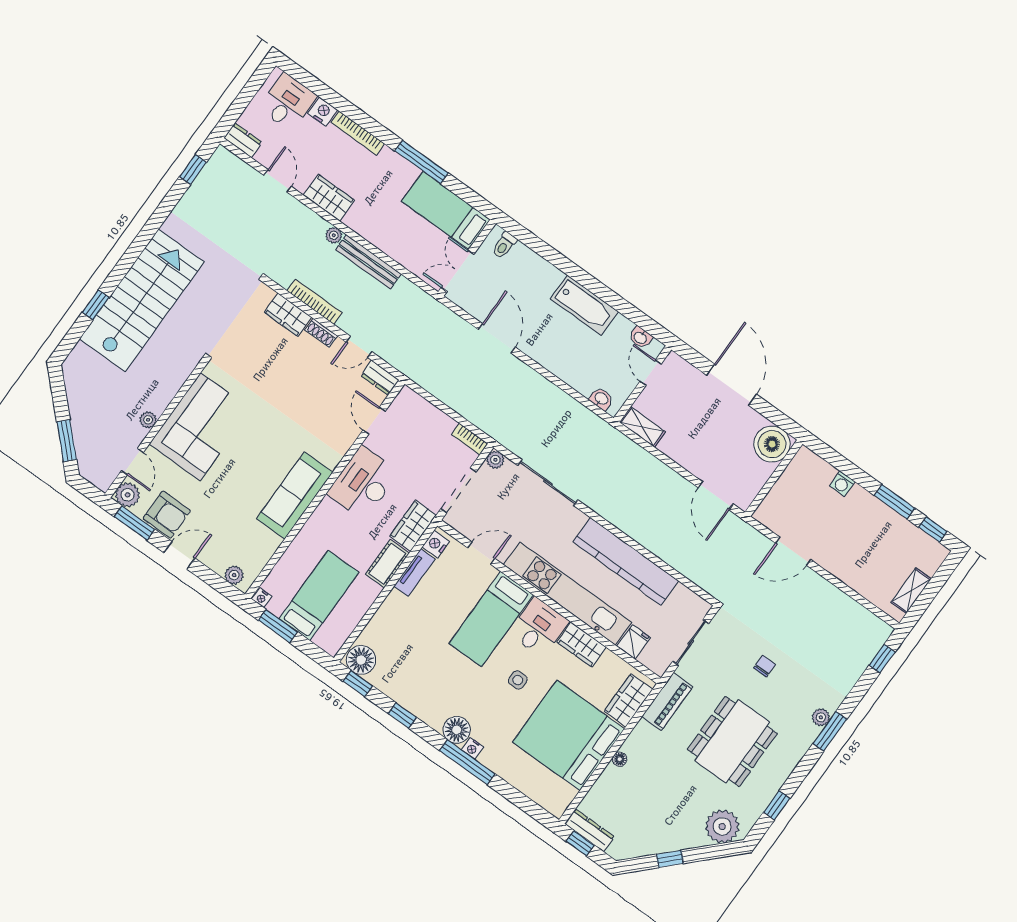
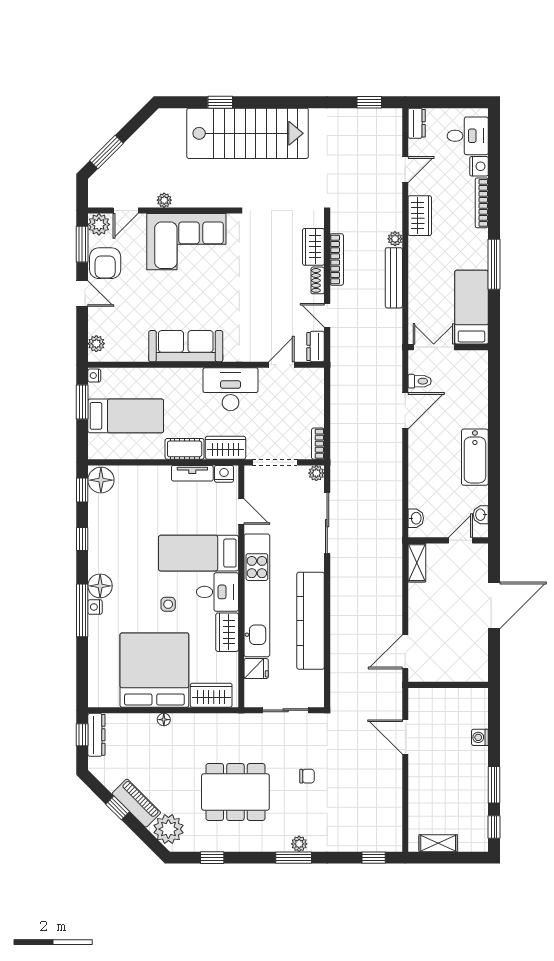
toilet: (504, 245) -> (420, 381), moved, turned 180
boiler: (772, 444) -> (472, 666), removed
piano: (667, 702) -> (136, 803), moved, turned -135

